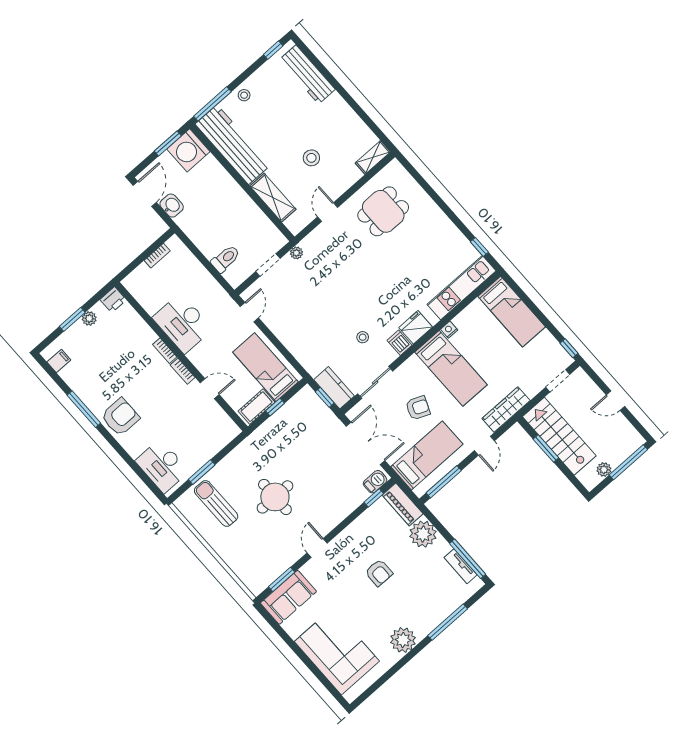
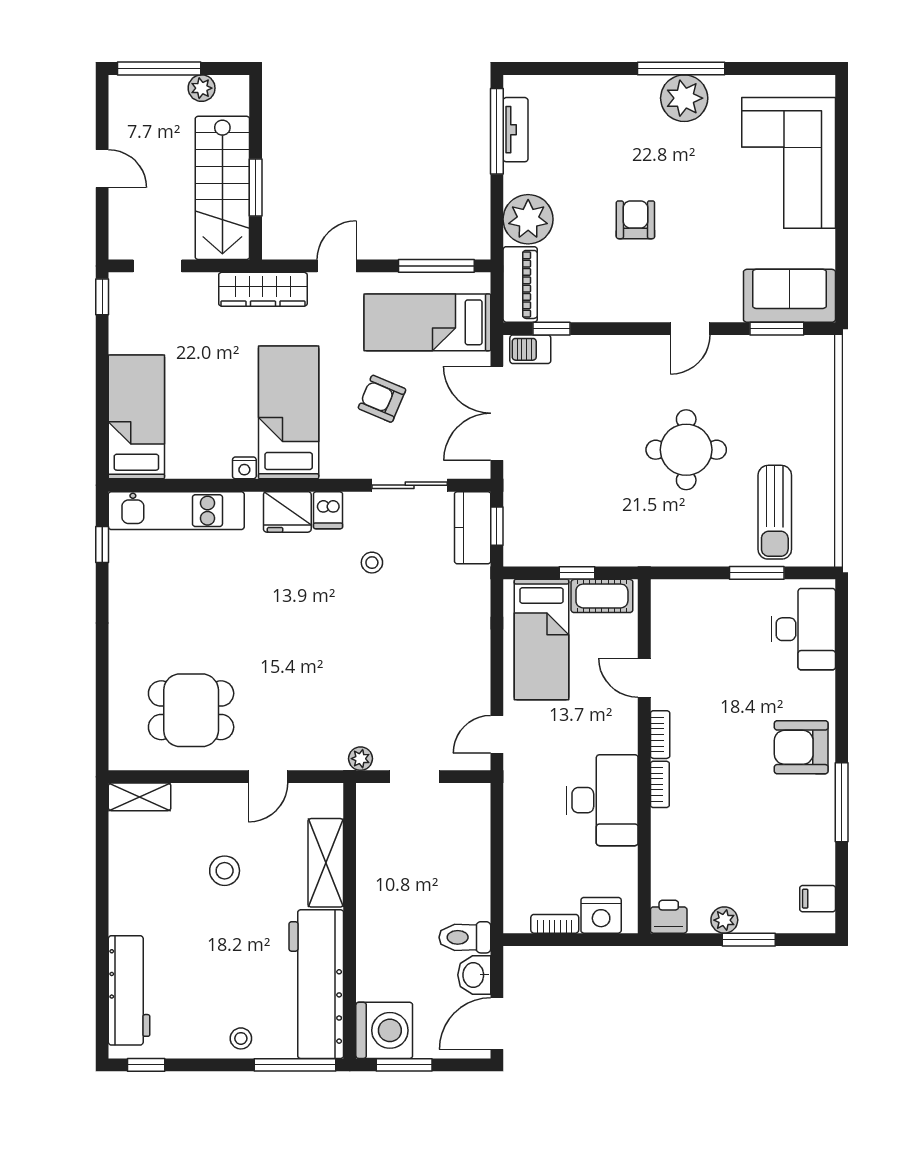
toilet: (226, 259) -> (465, 937), moved
nightstand: (141, 276) -> (601, 915), added
window: (448, 622) -> (681, 69), moved

